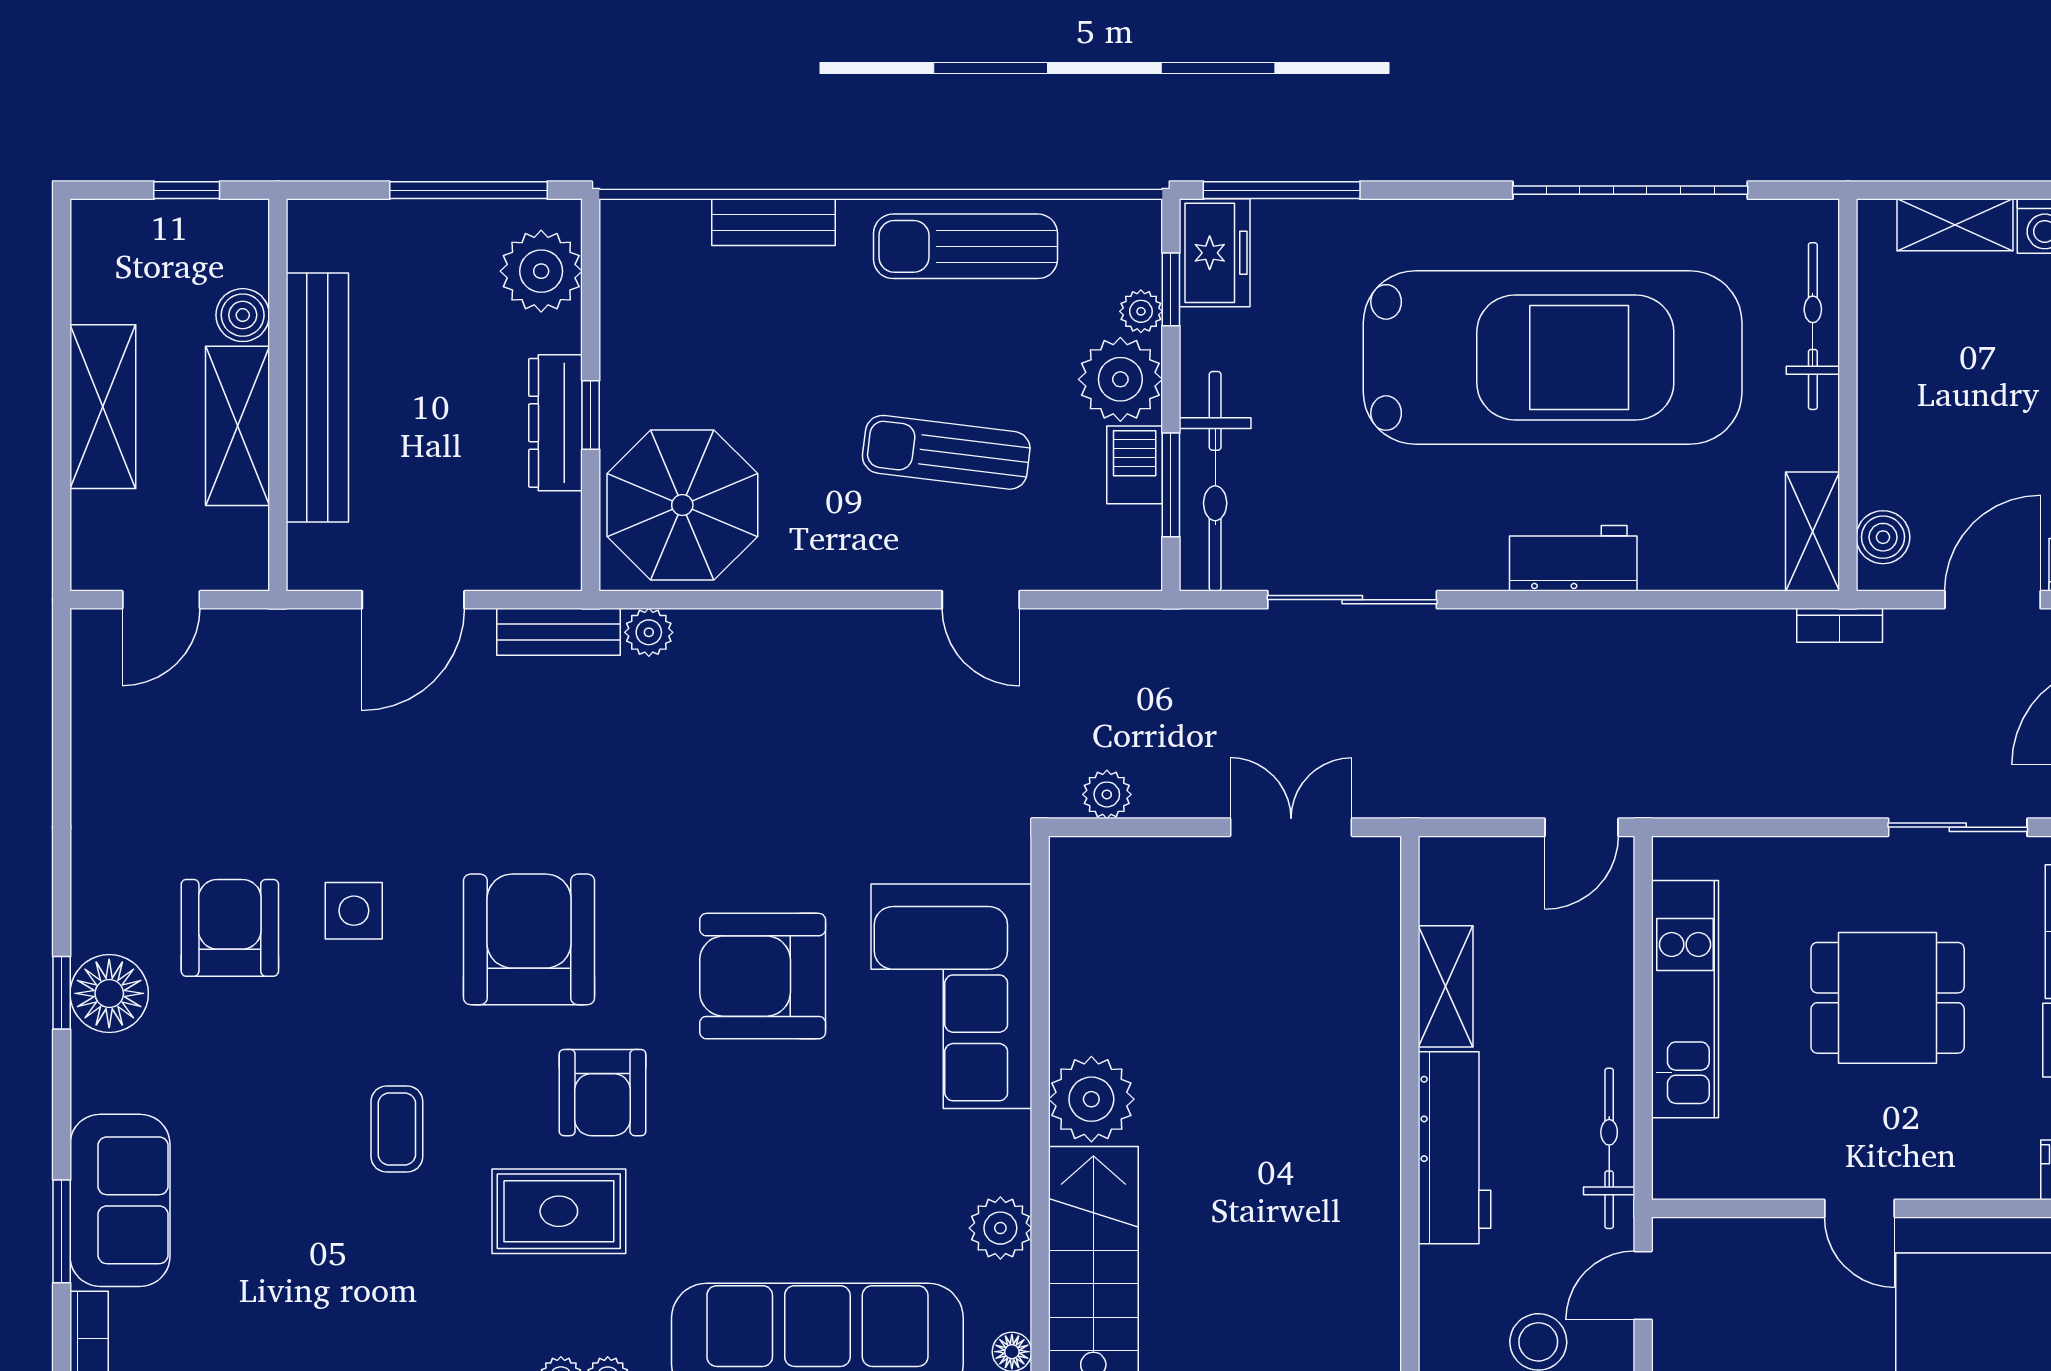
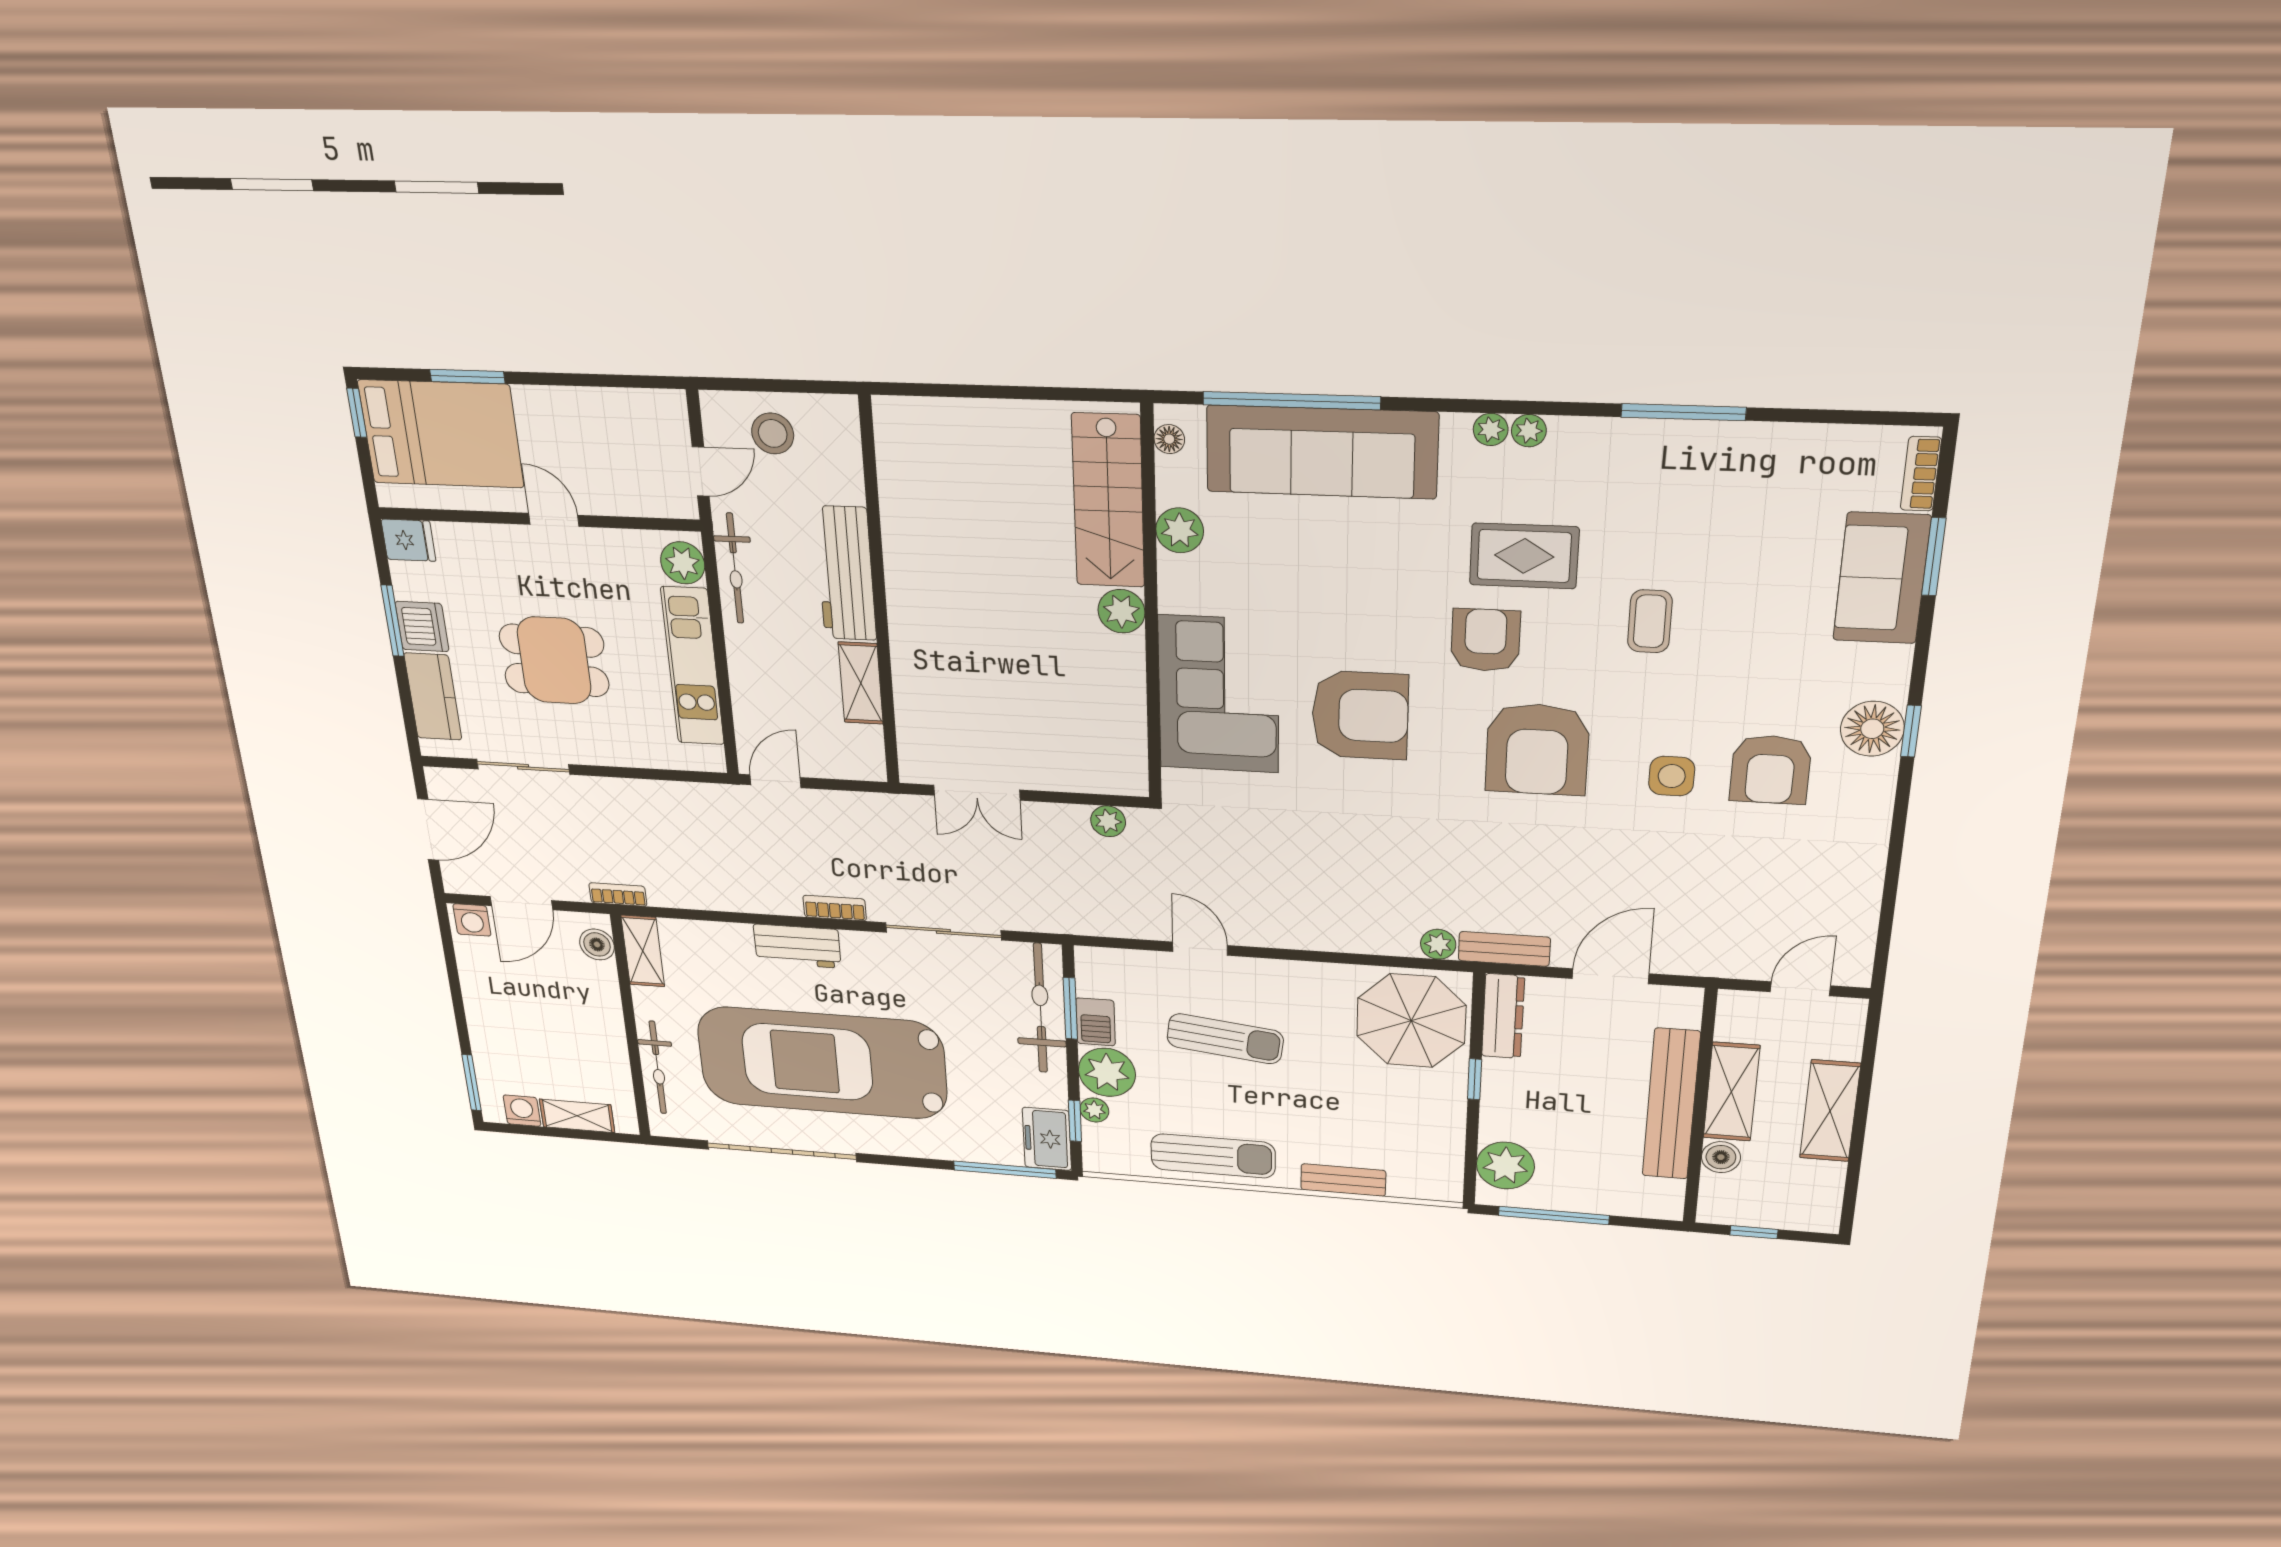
dresser: (555, 423) -> (1503, 1016), moved
bookcase: (1511, 627) -> (835, 908), added
plant: (1091, 1099) -> (1121, 611), width x0.73, depth x0.73
plant: (1682, 1153) -> (683, 563), added

